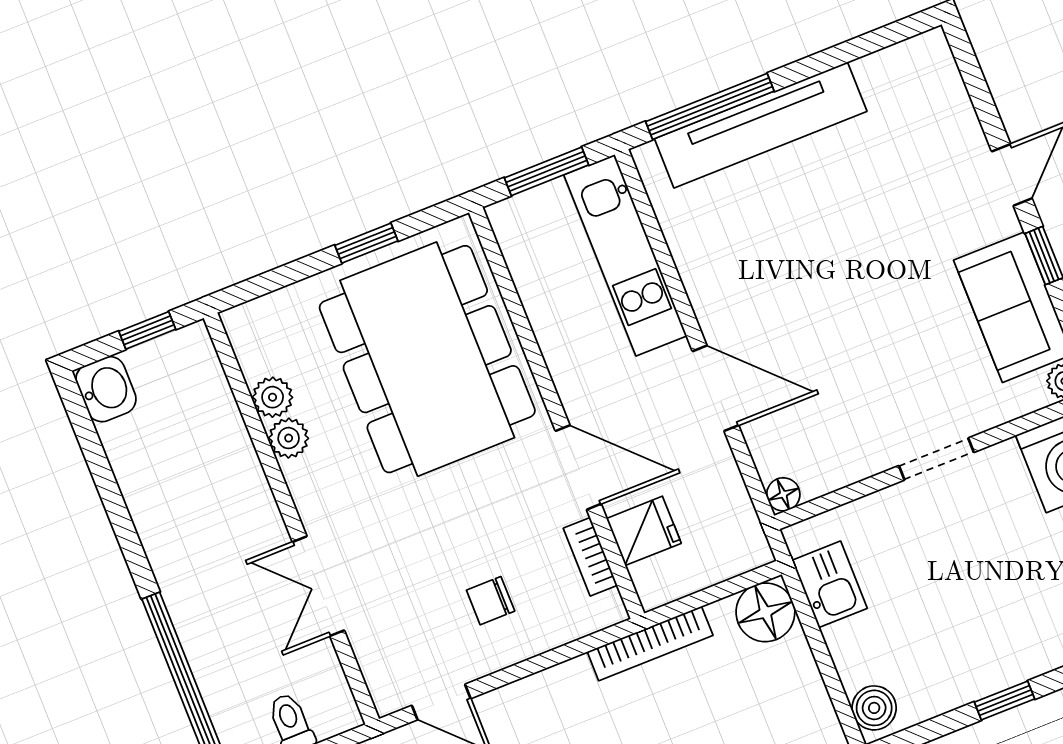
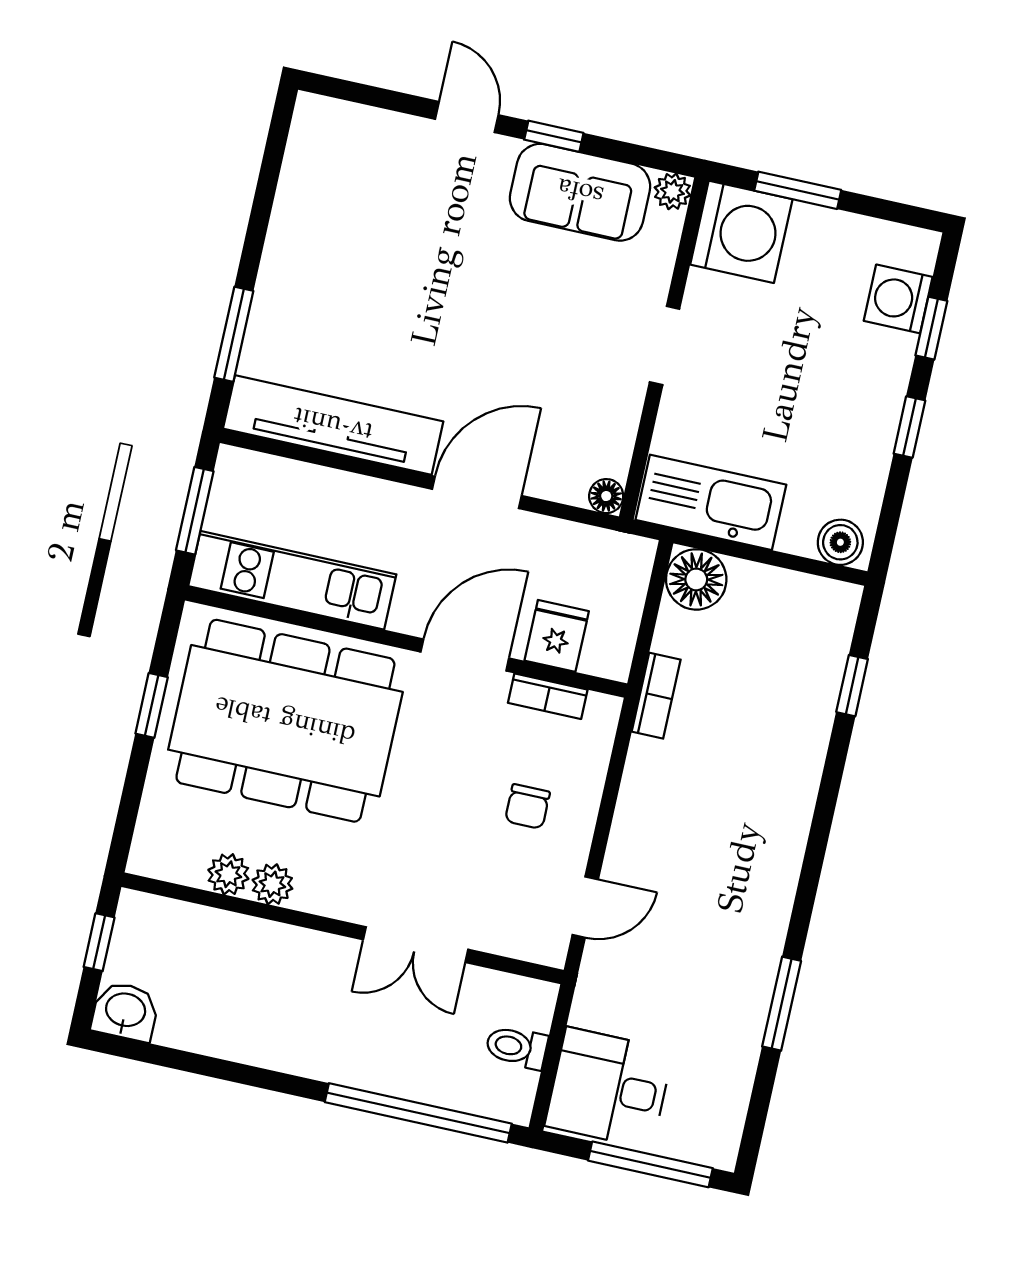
window: (710, 106) -> (234, 334), width x0.69
tv unit: (761, 125) -> (333, 425), moved, turned -90
kitchen unit: (625, 255) -> (292, 580), moved, turned 180
kitchen sink: (830, 584) -> (711, 502), width x1.87, depth x1.24
bookcase: (650, 644) -> (656, 696), width x0.64

